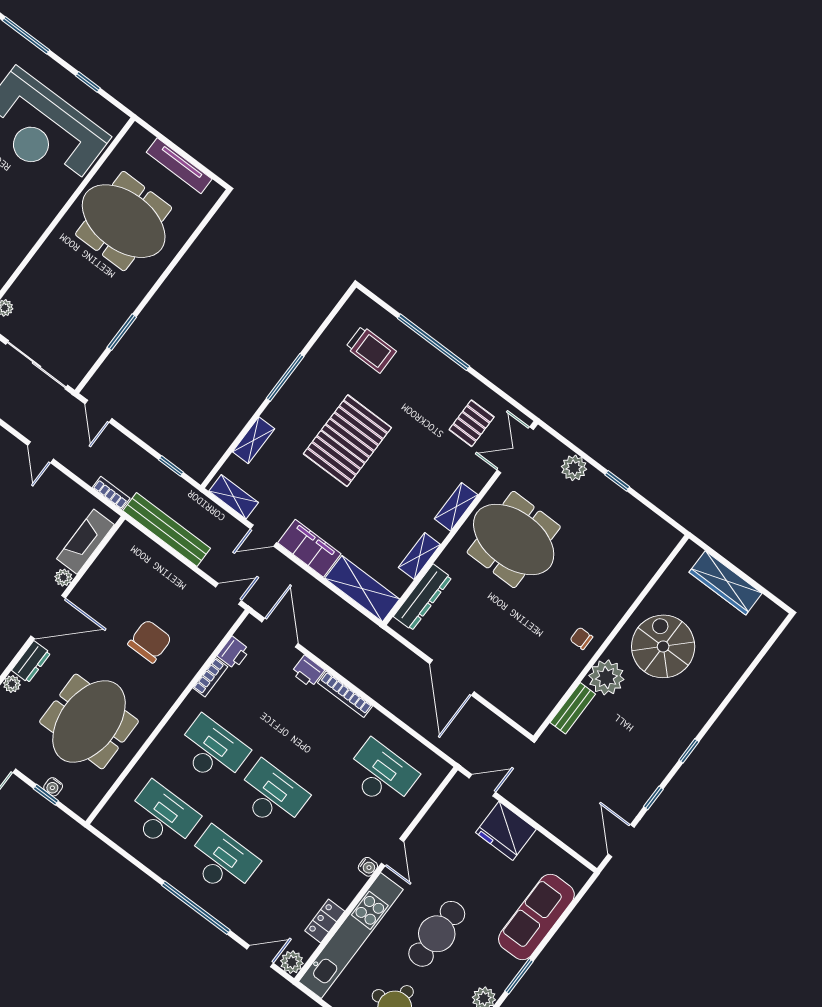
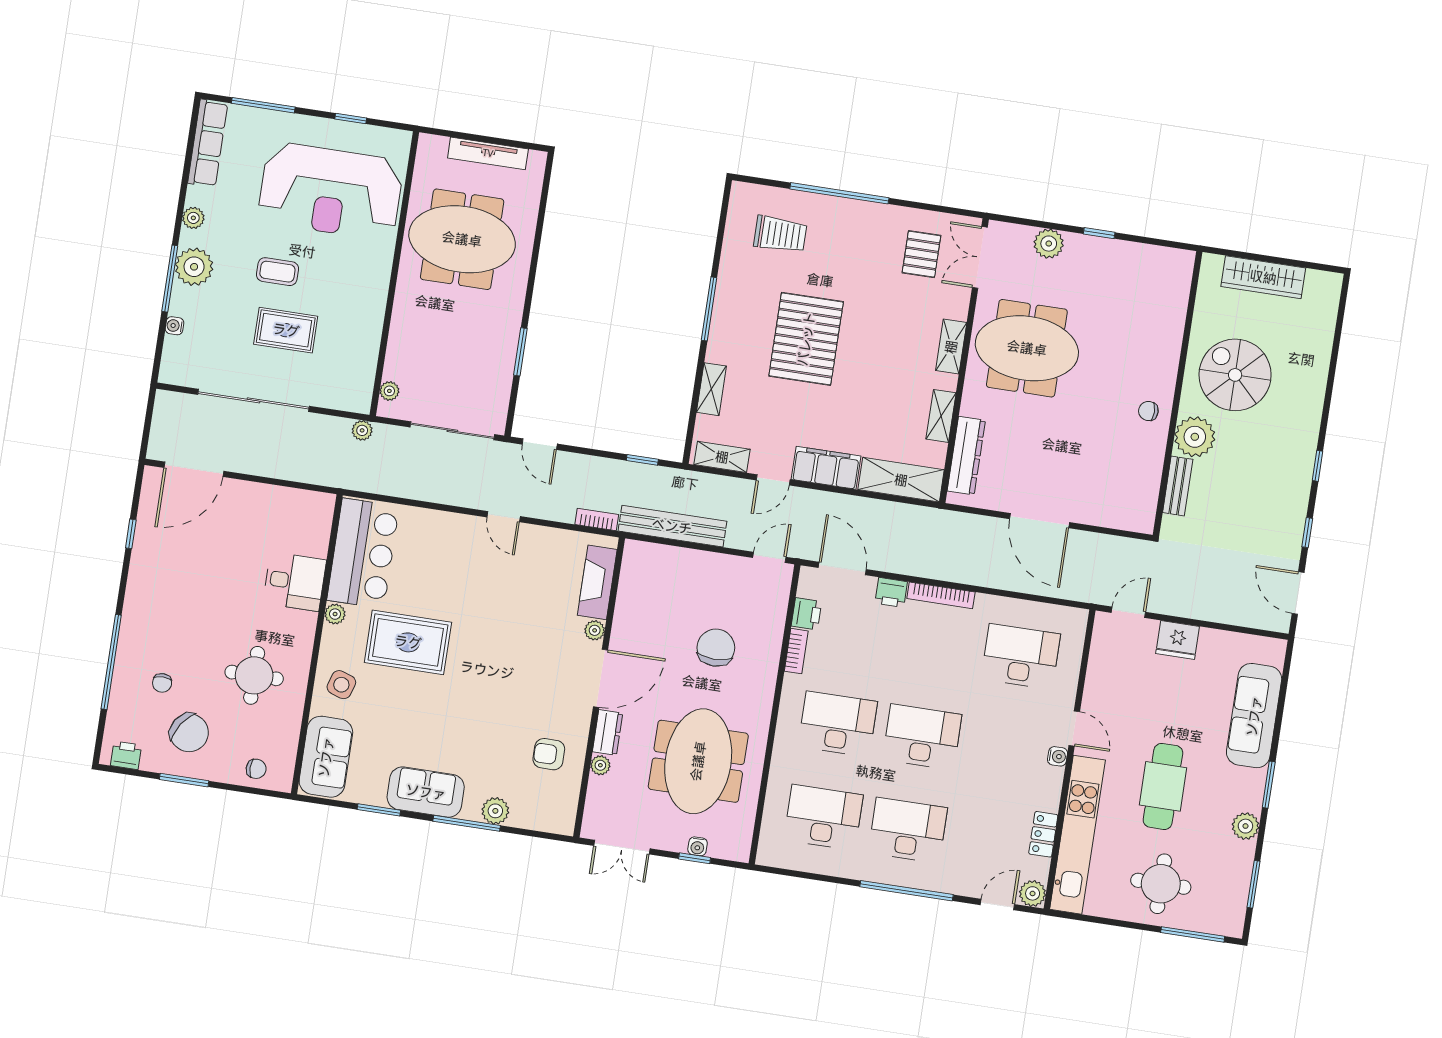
fridge: (506, 831) -> (1178, 640), width x0.73, depth x0.75

